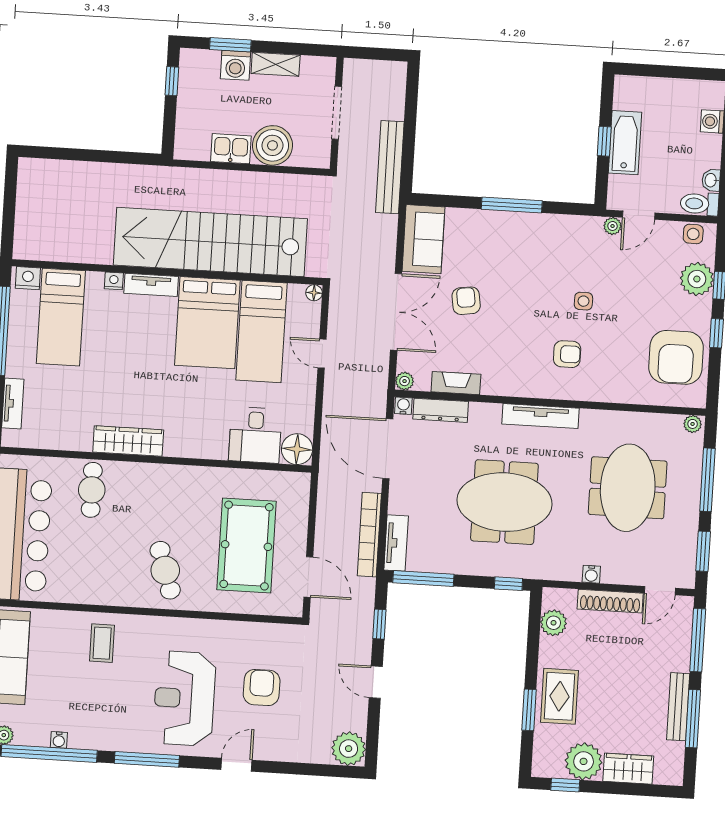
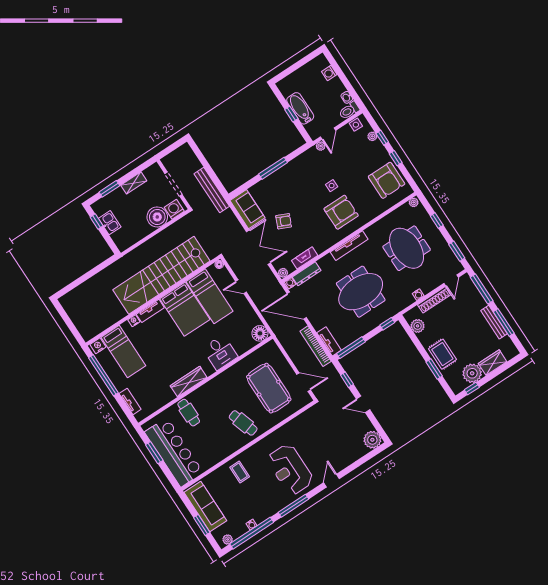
washing machine: (235, 65) -> (174, 209), moved, turned 180
kitchen sink: (231, 149) -> (110, 223), moved, turned 90
plant: (697, 279) -> (372, 136), width x0.53, depth x0.53
armchair: (466, 301) -> (284, 221), turned 122
armchair: (567, 354) -> (341, 212), width x1.88, depth x1.88
desk: (255, 435) -> (220, 352), moved
window: (707, 480) -> (437, 221), width x0.46
armchair: (262, 687) -> (318, 441), removed

